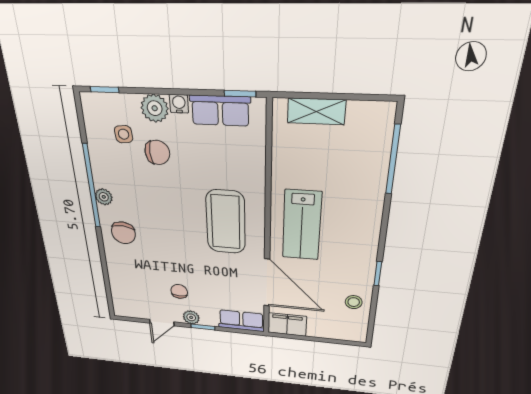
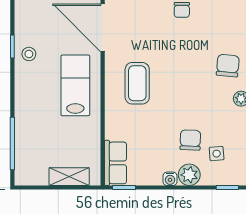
row of seats: (220, 111) -> (115, 163), moved, turned 90
chair: (157, 152) -> (190, 140), turned 96
coffee table: (226, 222) -> (137, 83), width x0.73, depth x0.76
stool: (354, 302) -> (29, 54), moved

